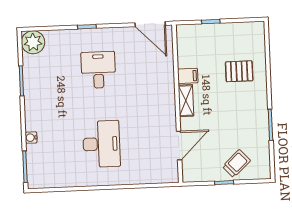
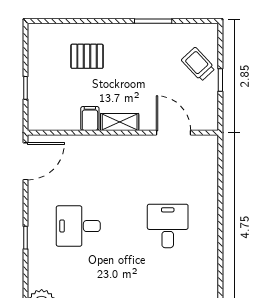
pallet: (239, 71) -> (87, 56), turned 90
desk: (101, 144) -> (168, 226), width x0.73

